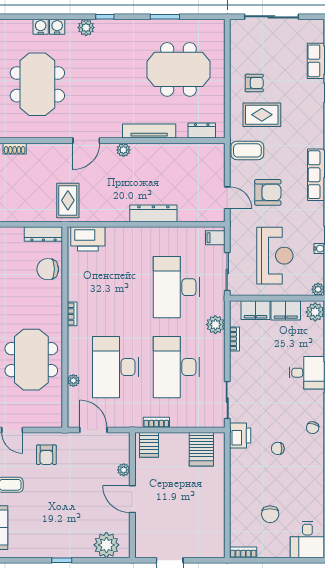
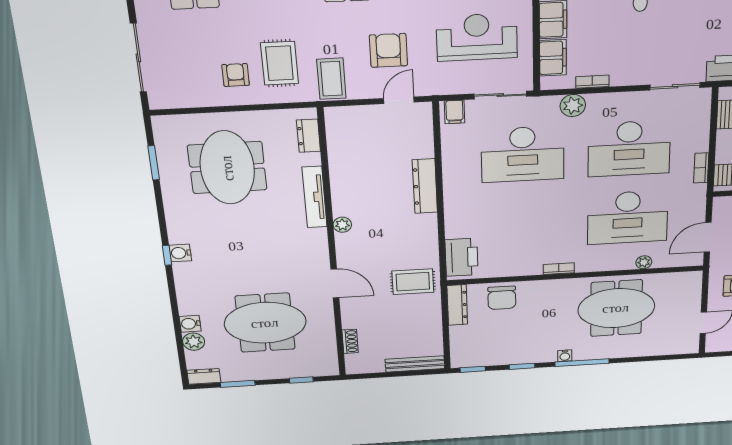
window: (165, 17) -> (154, 163), moved
water cooler: (57, 27) -> (180, 253), moved
plant: (86, 28) -> (194, 342), moved
door: (86, 141) -> (335, 283), moved

